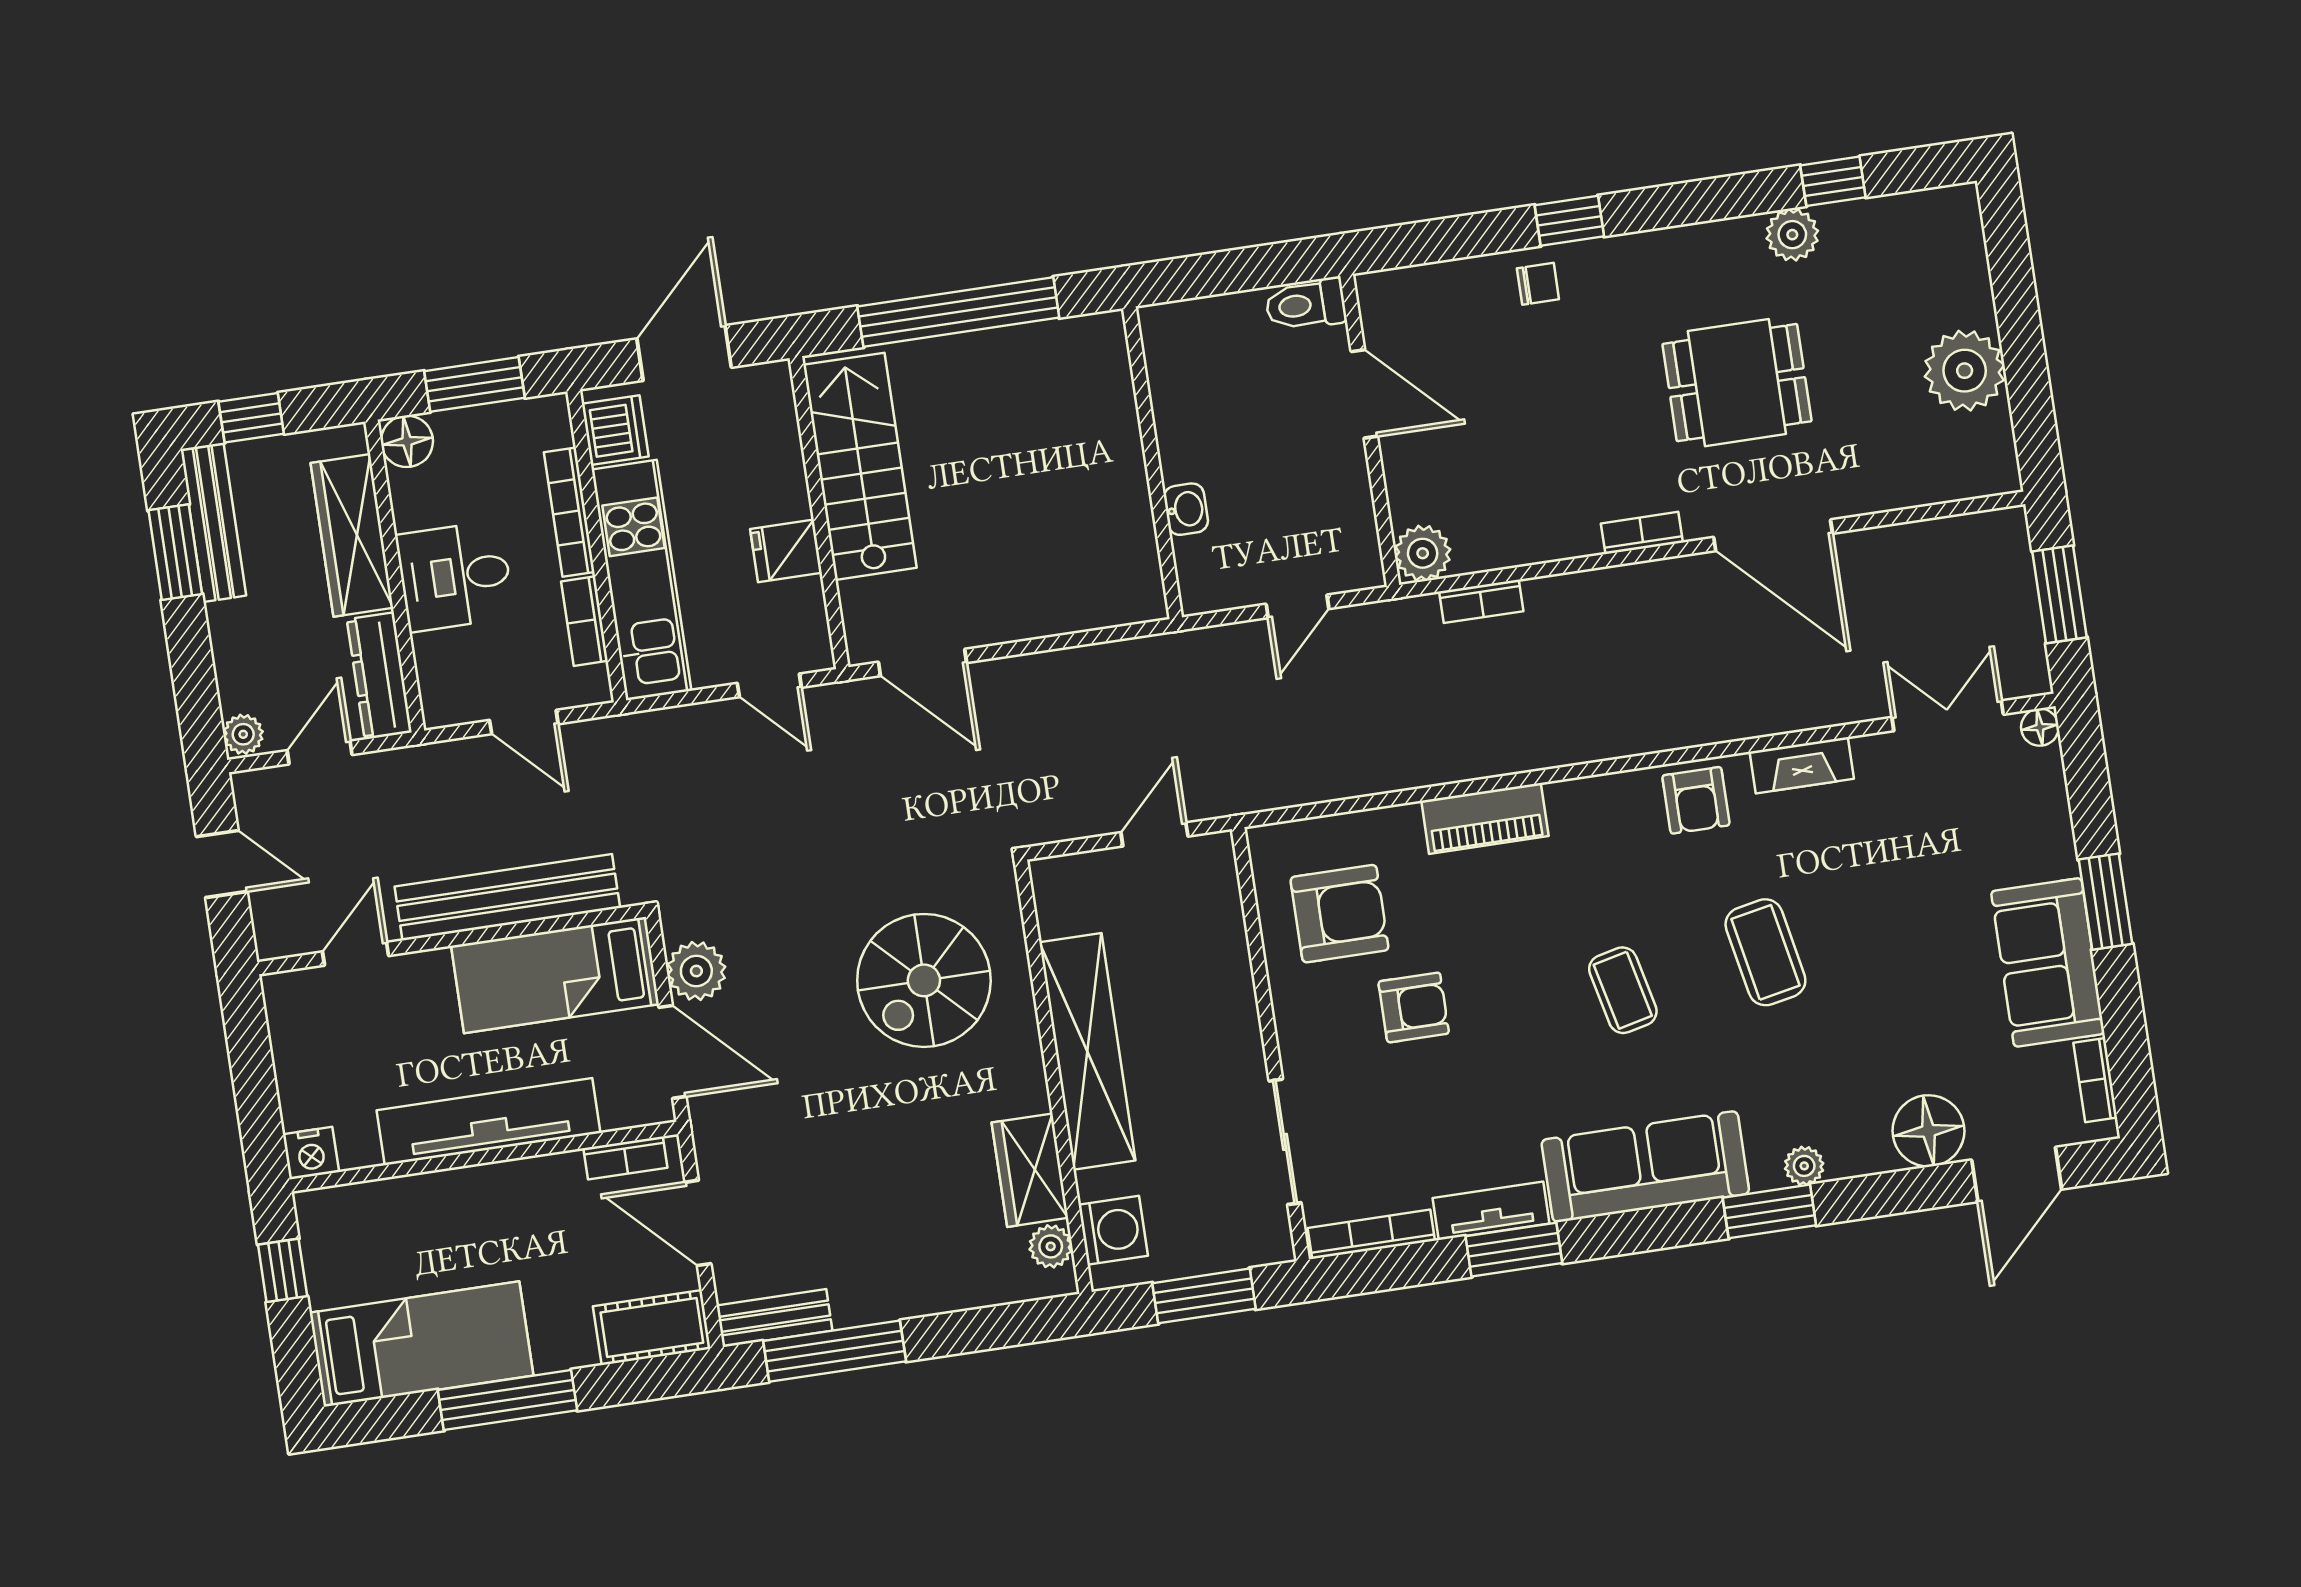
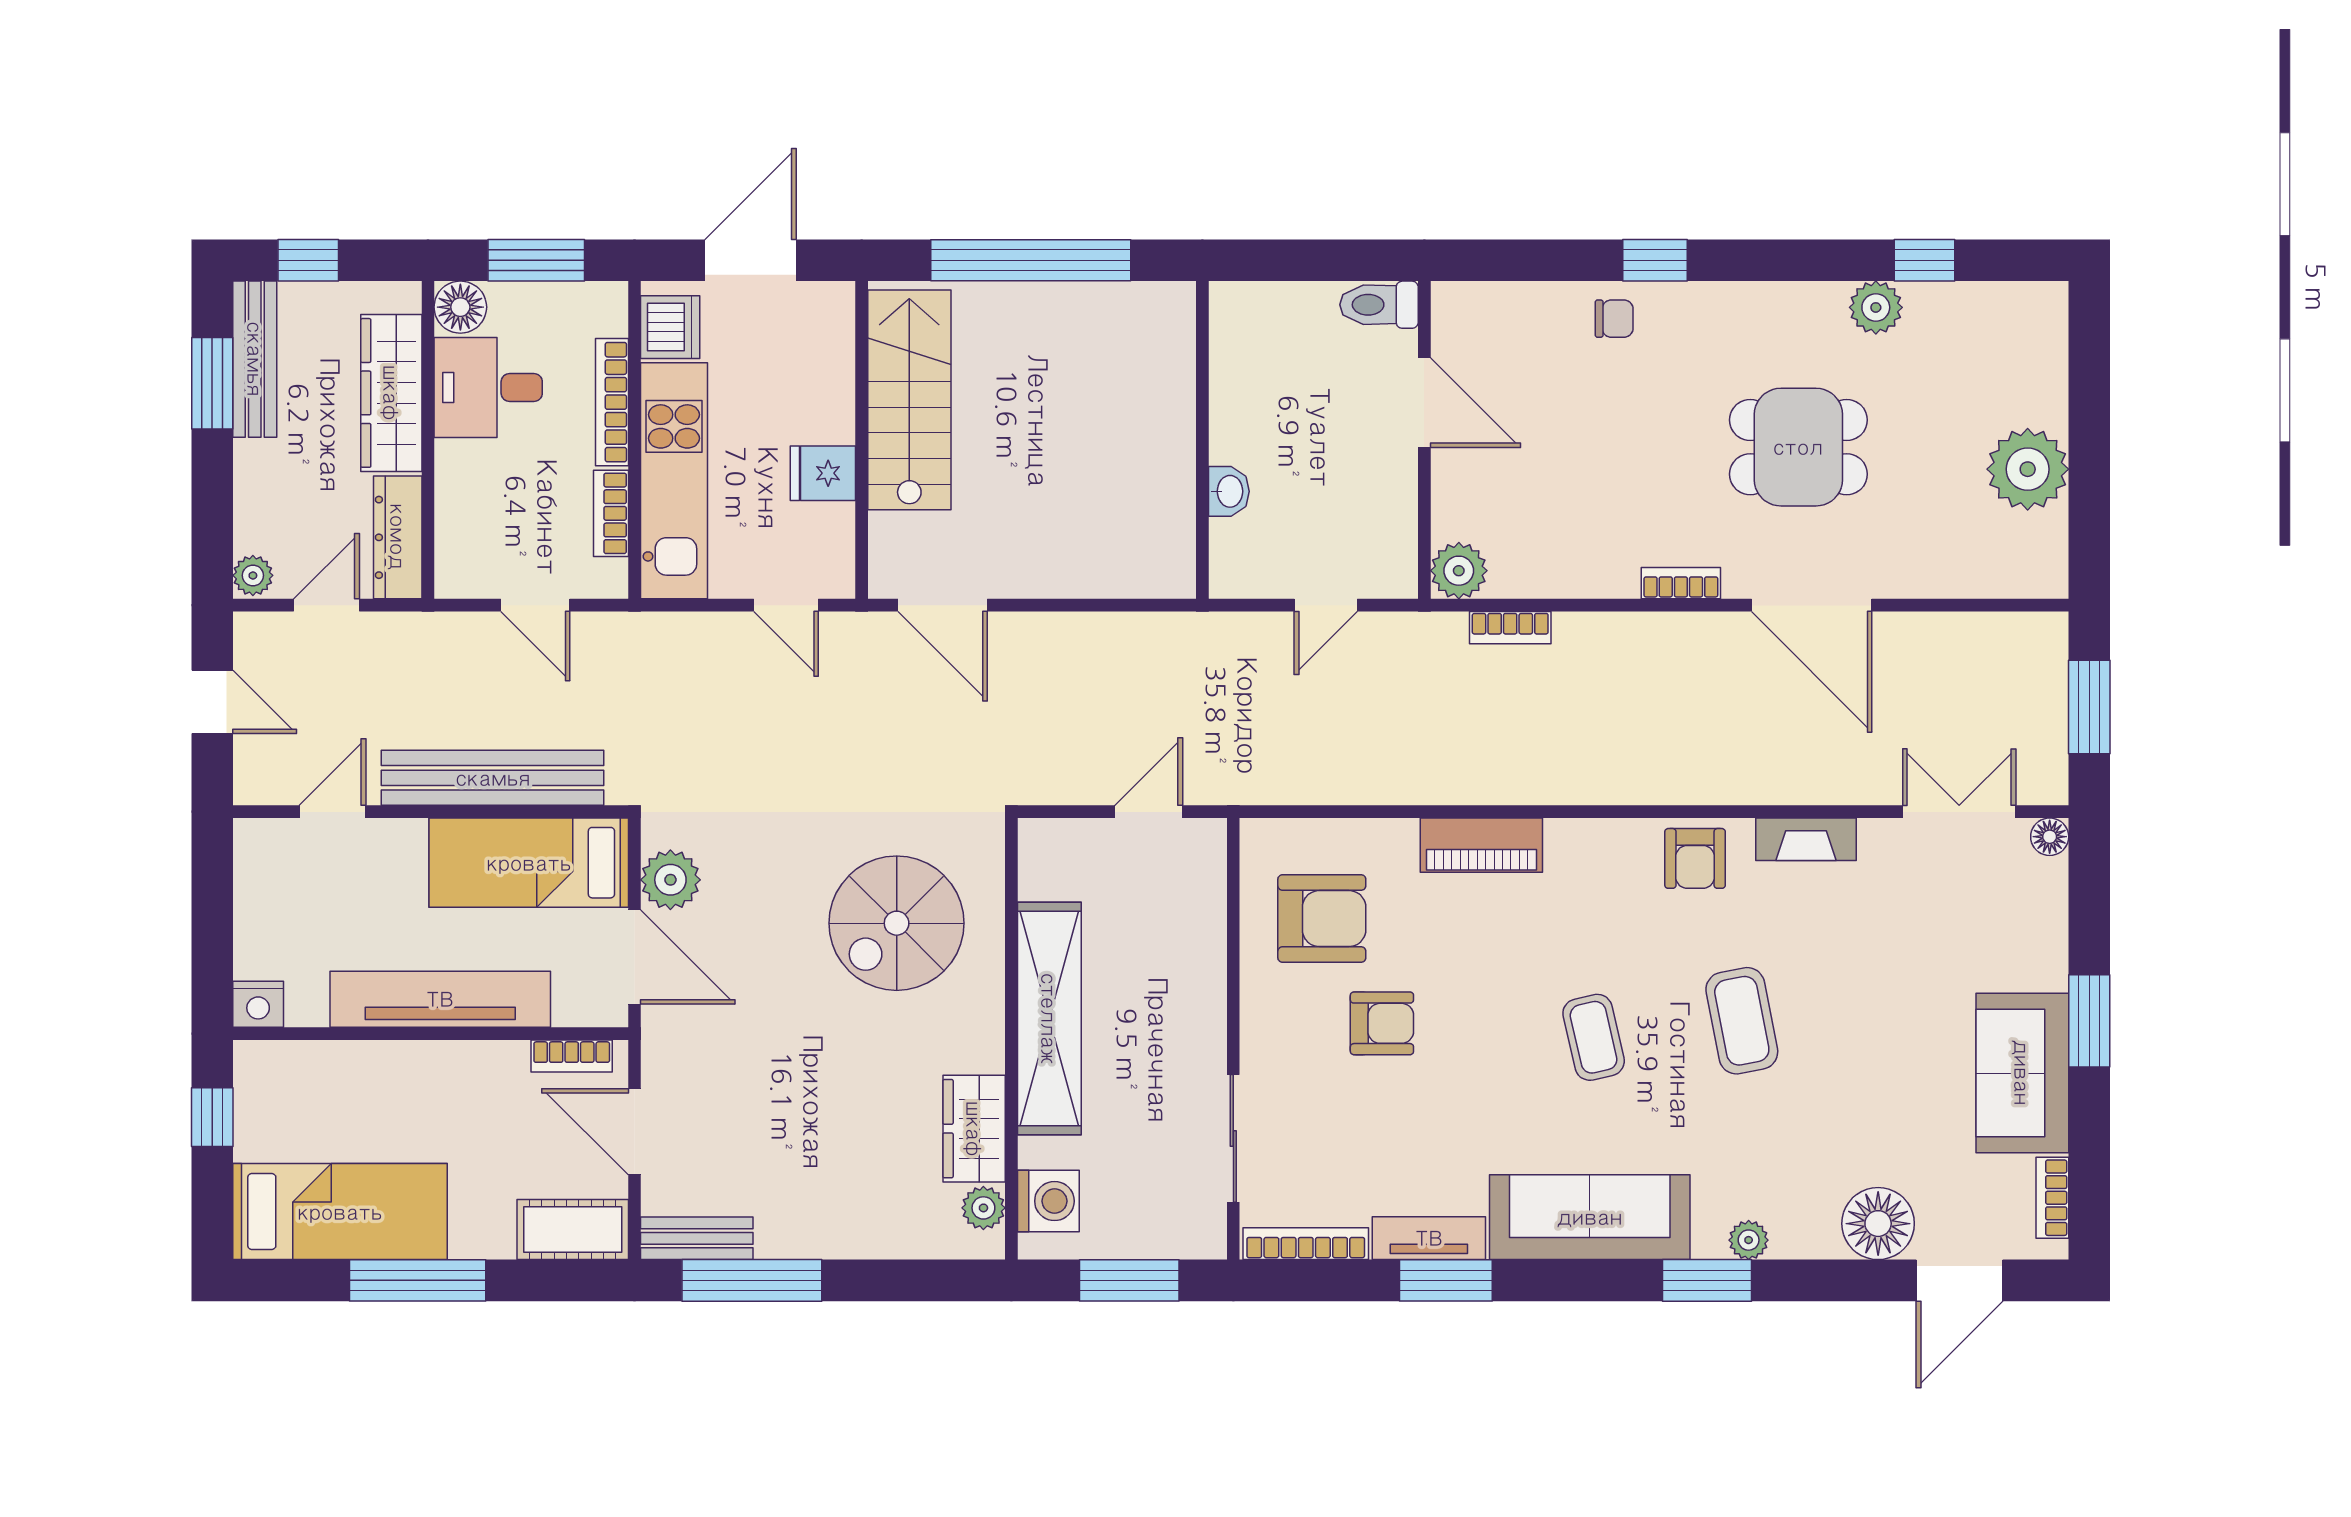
desk: (455, 576) -> (488, 387), moved

